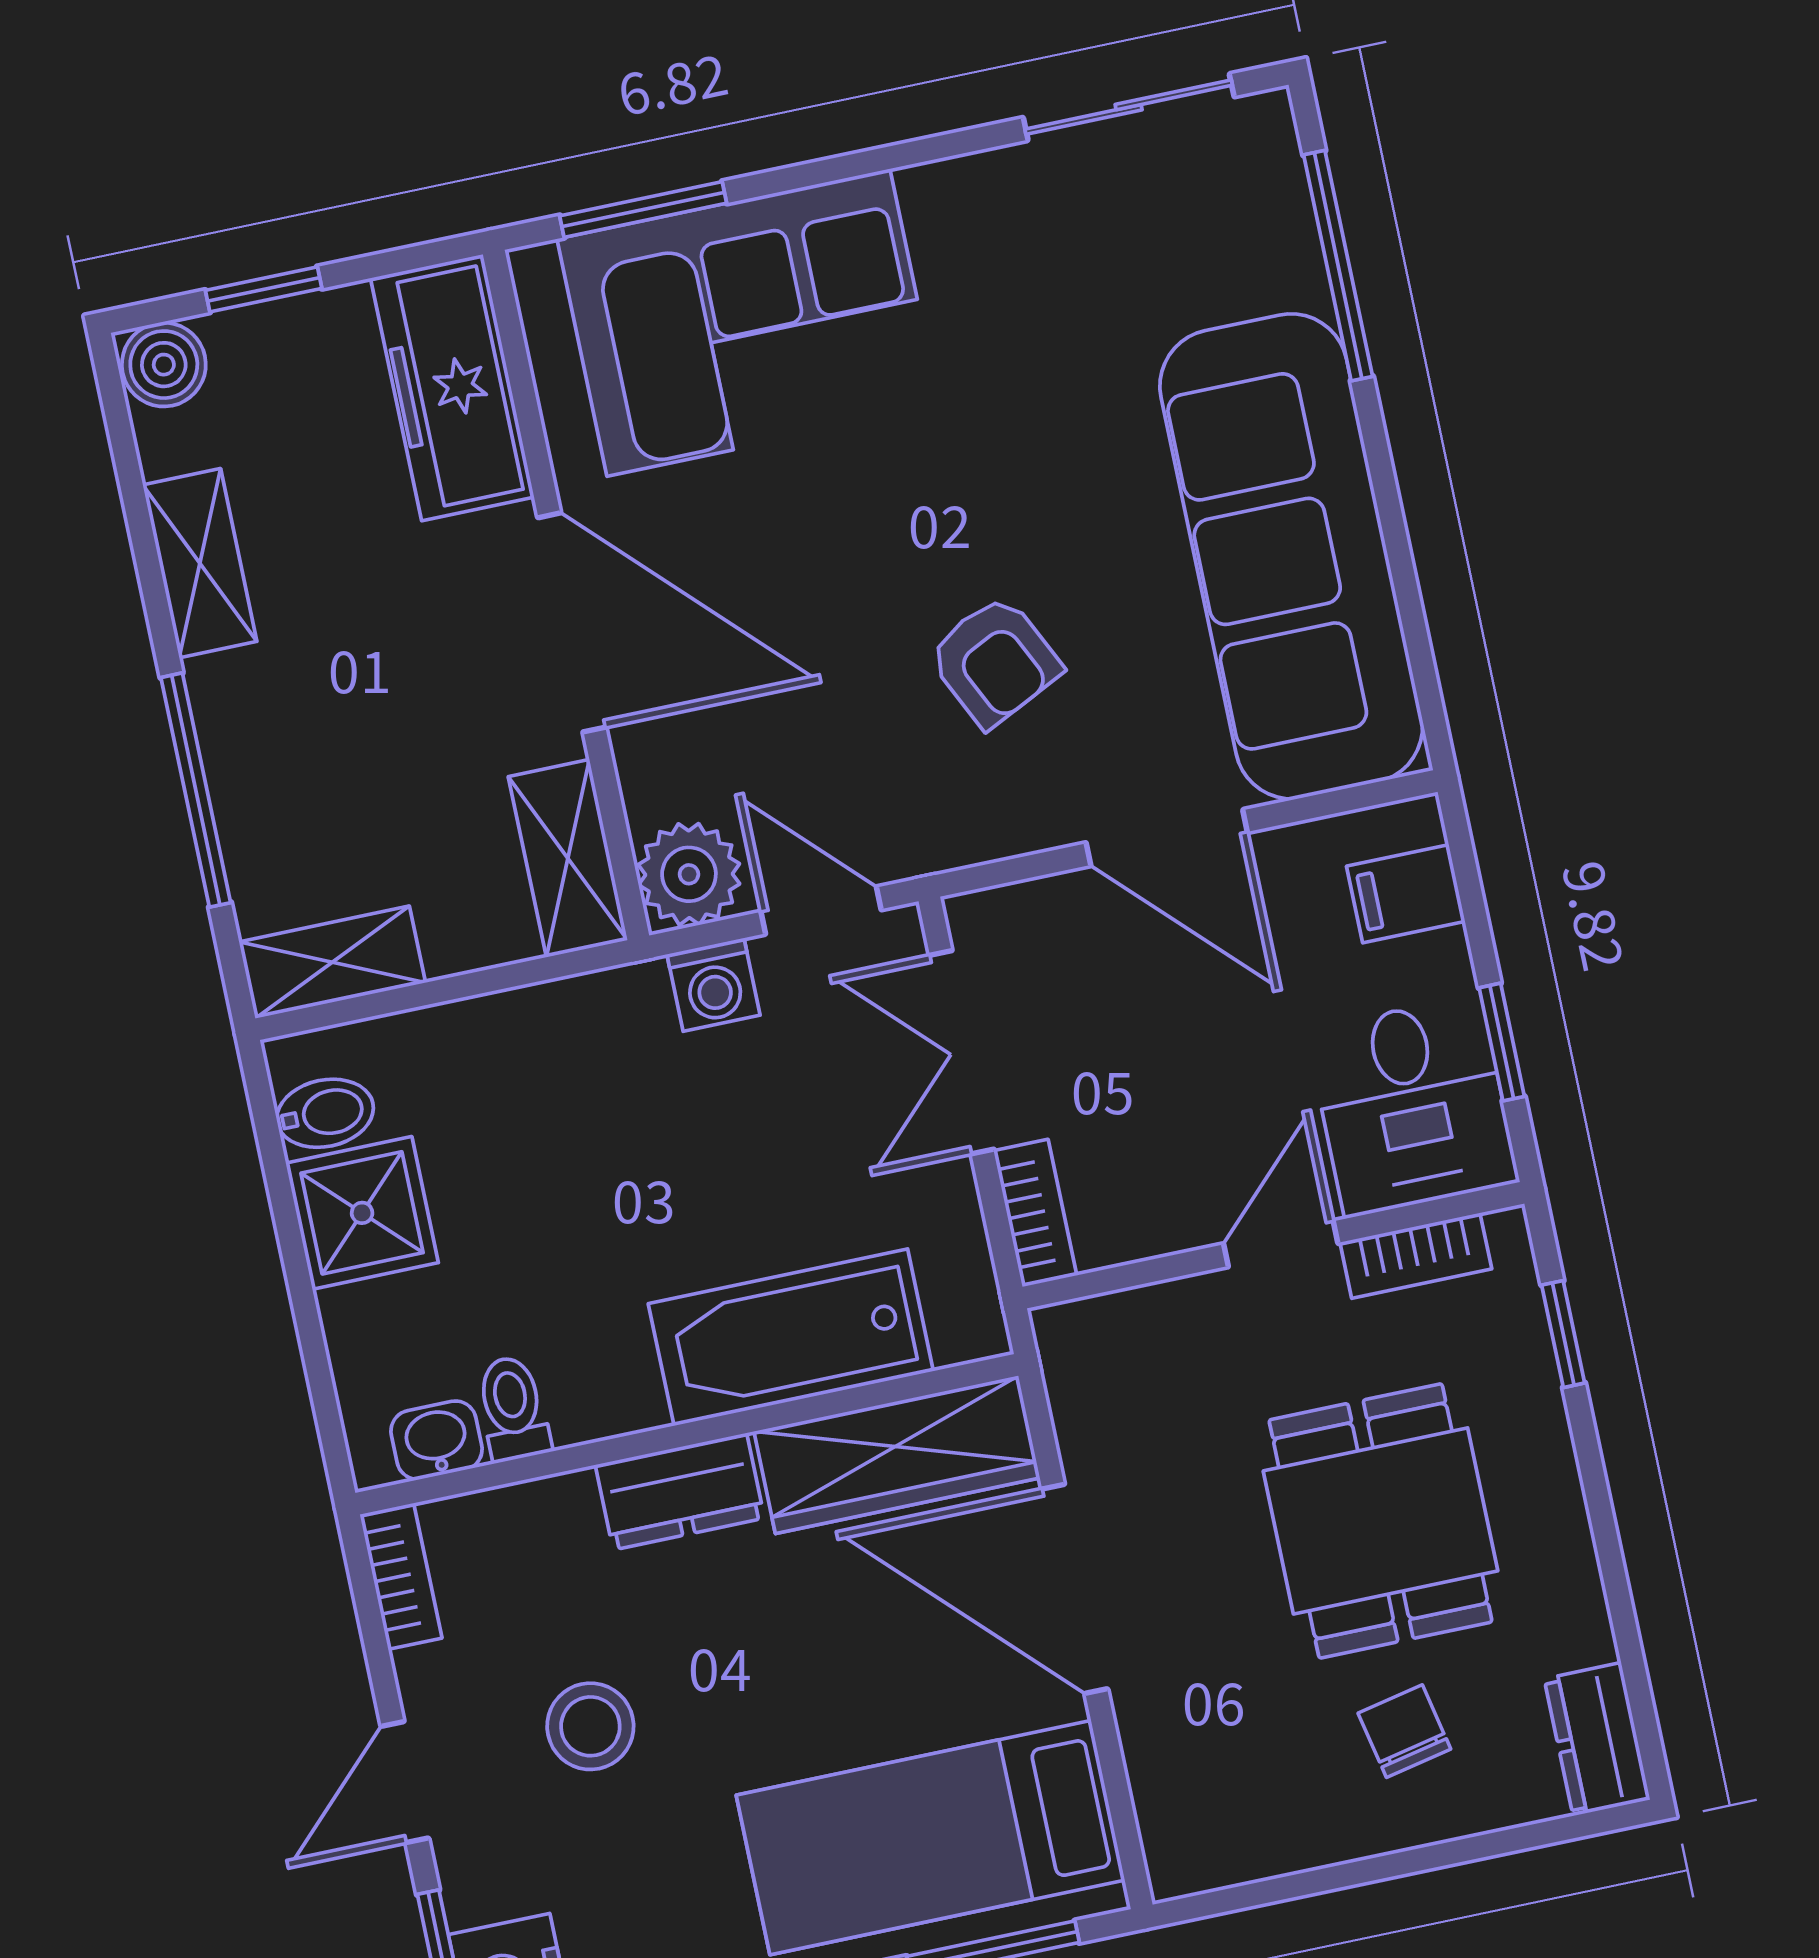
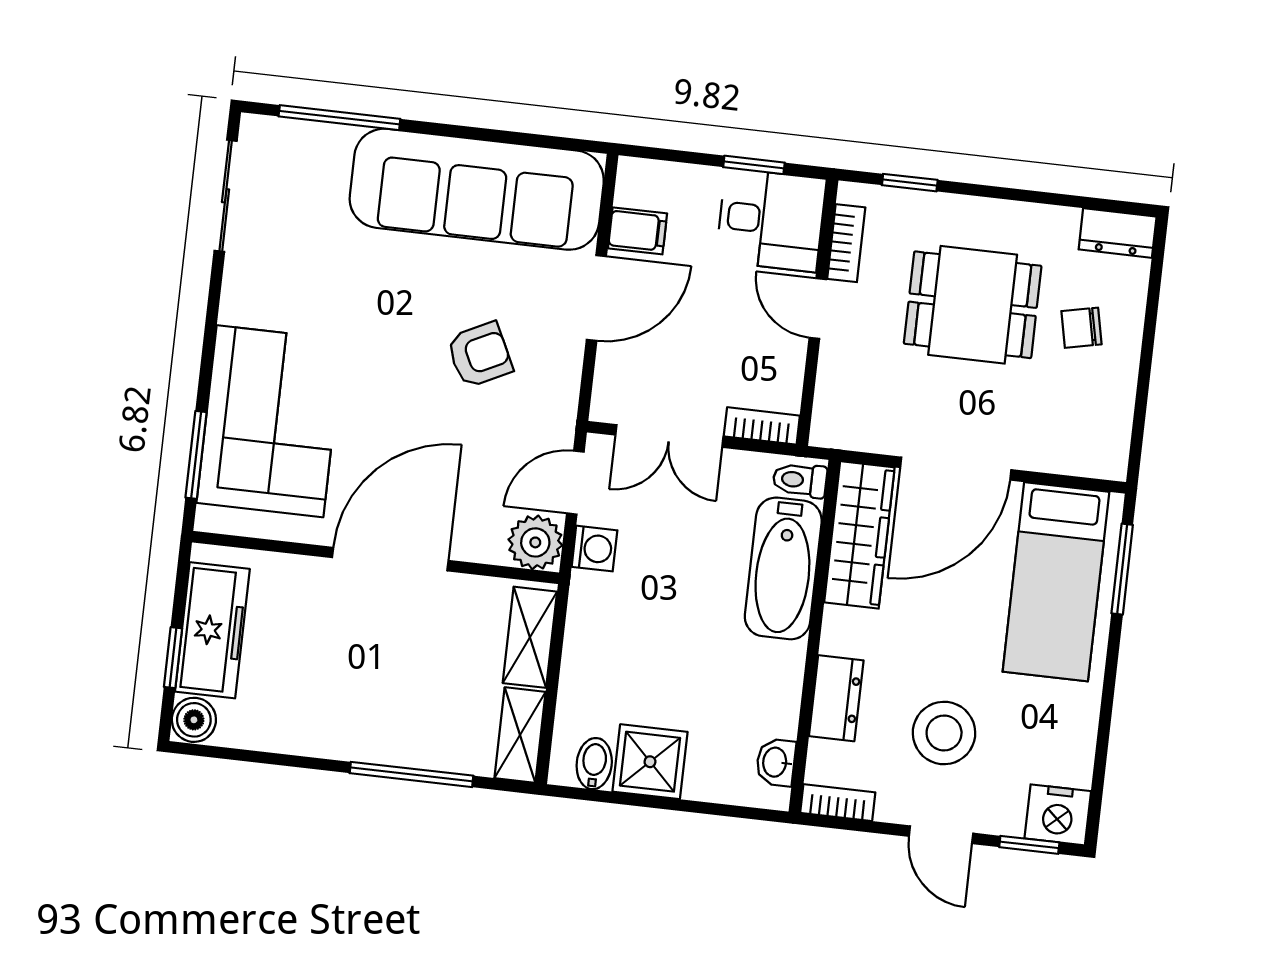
freezer: (452, 388) -> (212, 630), moved, turned -90
shelving: (200, 563) -> (299, 735), removed
shelving: (568, 858) -> (530, 637), moved, turned 90
filing cabinet: (1406, 894) -> (638, 231), moved, turned -90
toilet: (513, 1409) -> (800, 480), moved
dresser: (680, 1492) -> (836, 698), moved
stool: (590, 1726) -> (944, 733), width x1.38, depth x1.38

